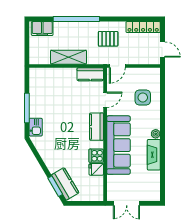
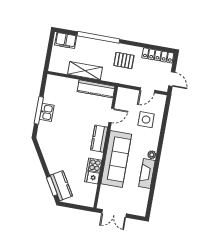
door: (117, 66) -> (147, 90), moved
kitchen counter: (90, 74) -> (96, 89), width x1.50
kitchen sink: (36, 127) -> (47, 112), moved

